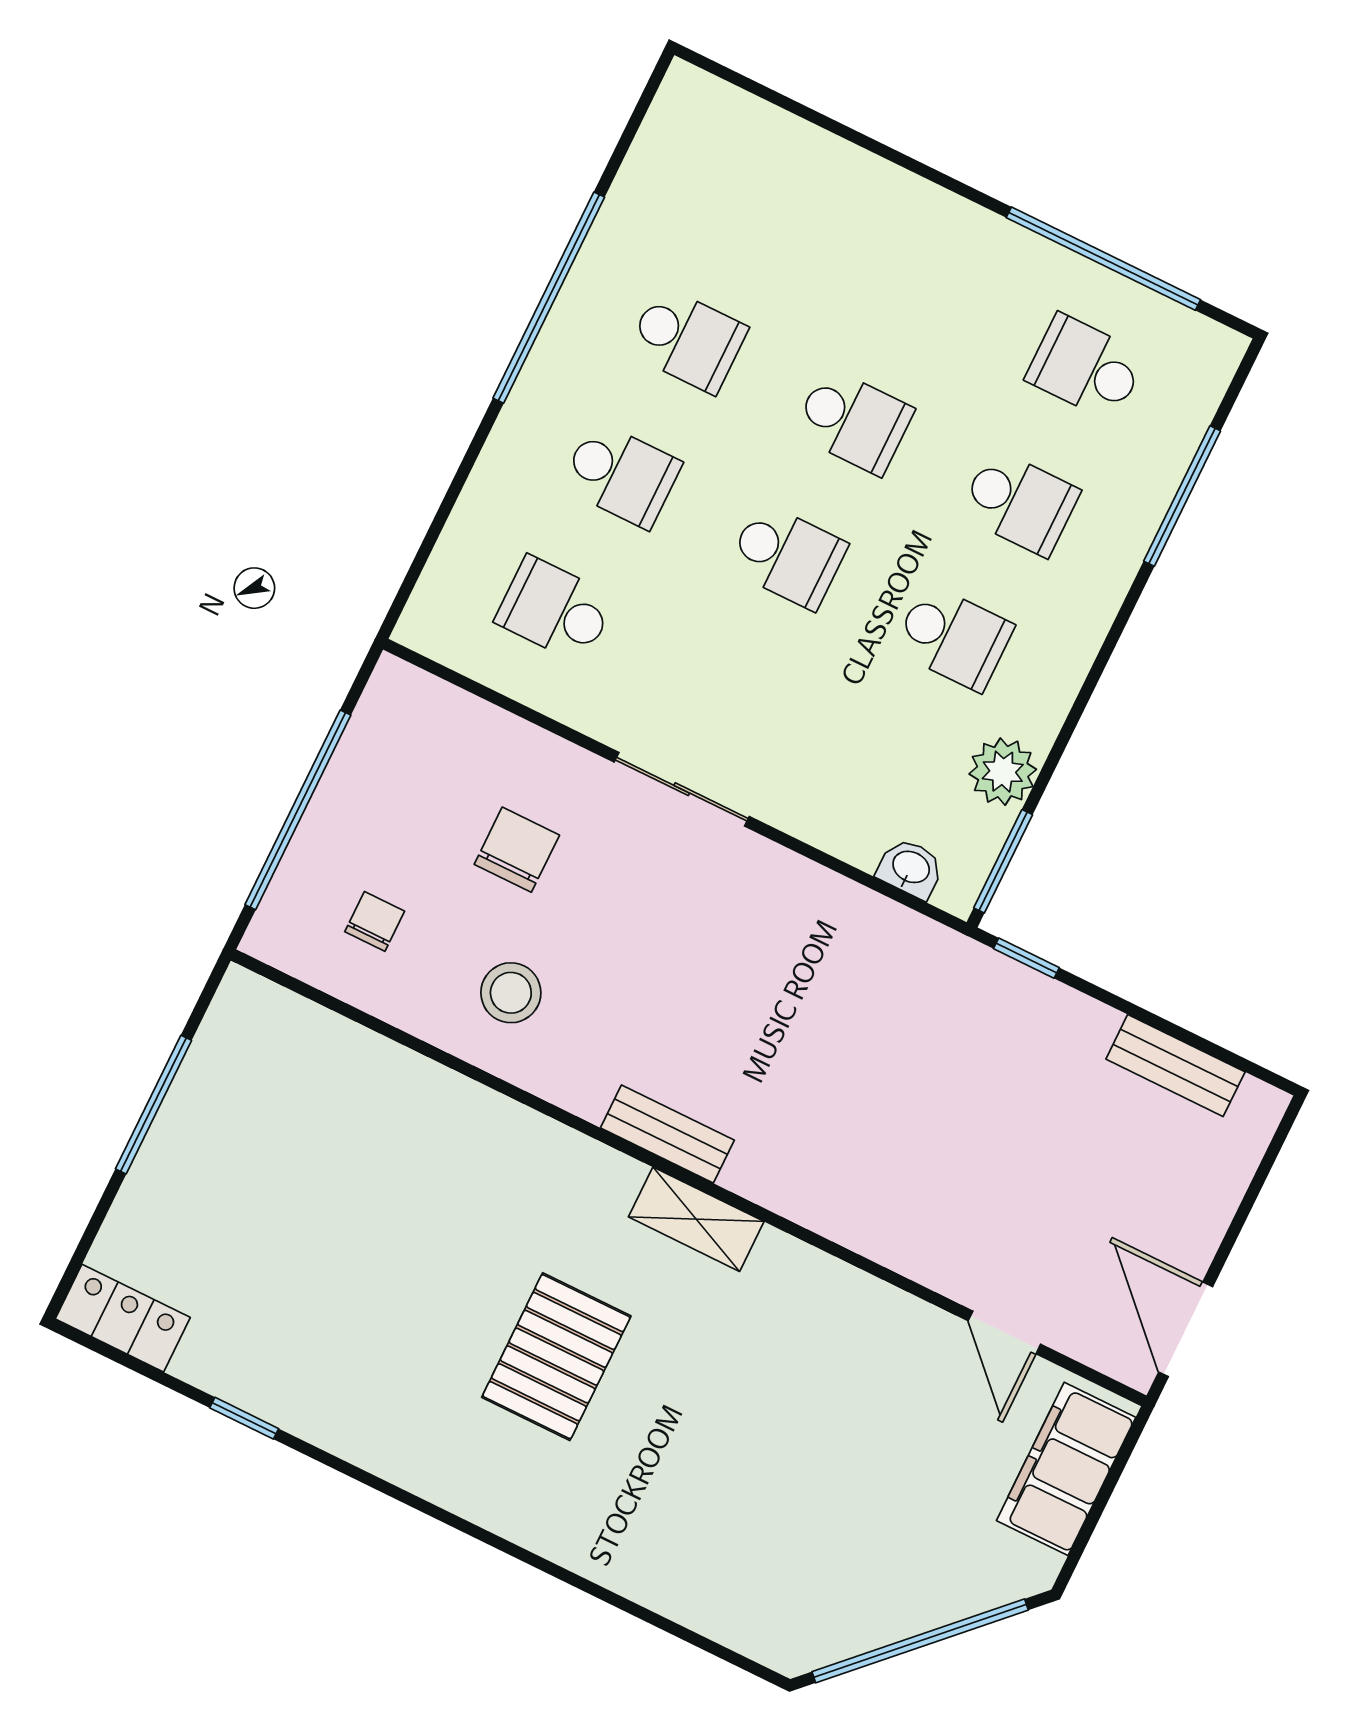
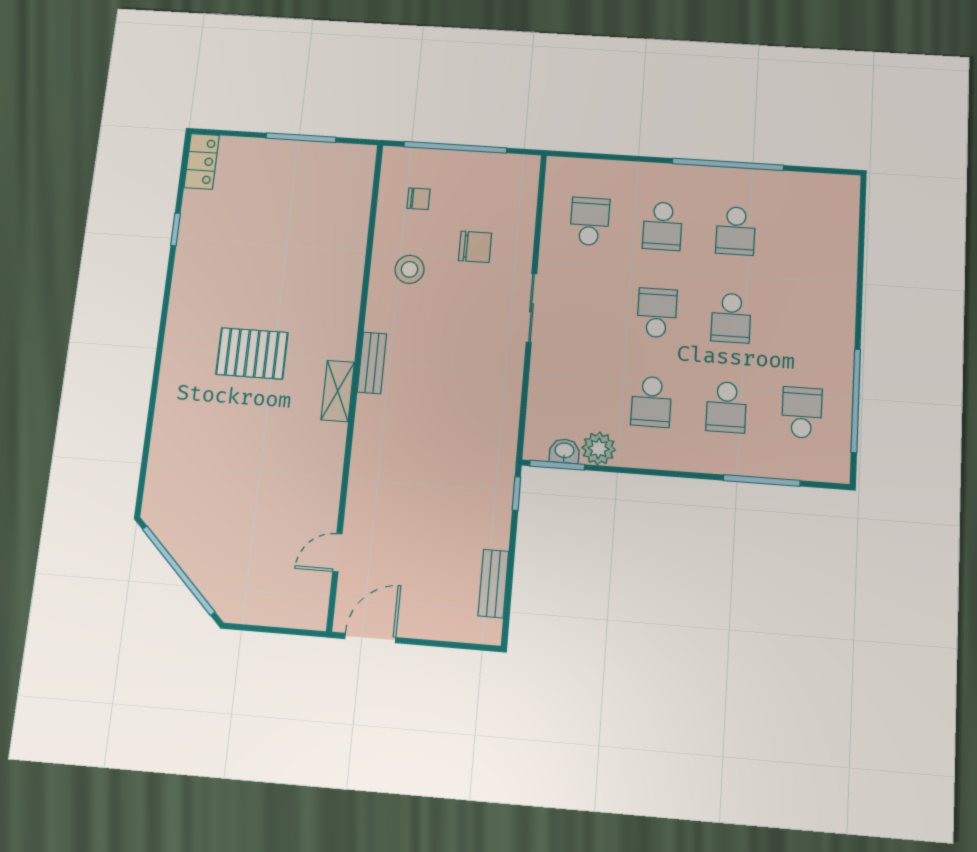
school desk: (787, 556) -> (657, 313), turned 180
washbasin: (910, 868) -> (564, 451), moved, turned -90
filing cabinet: (1066, 1469) -> (283, 607), removed

